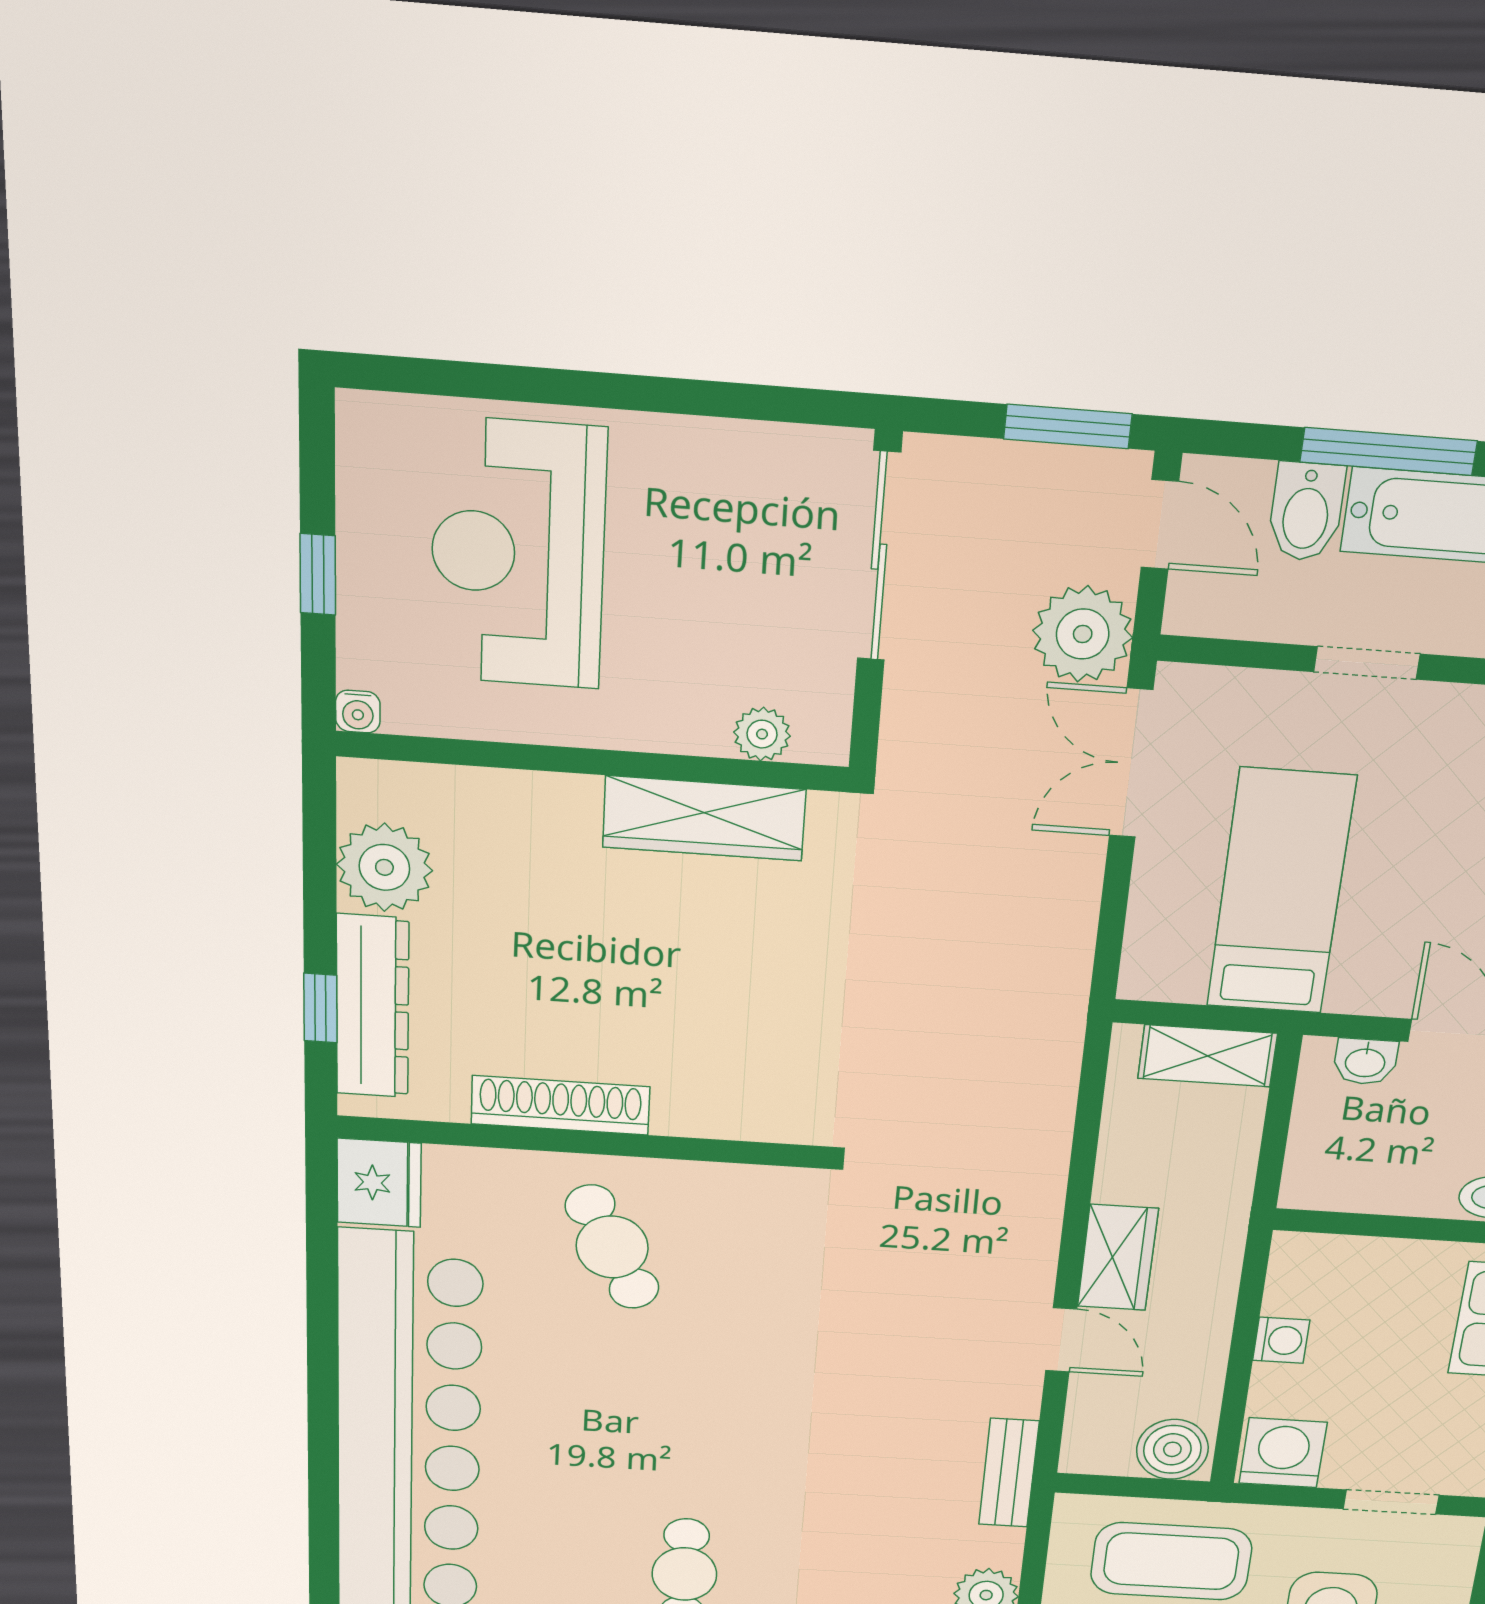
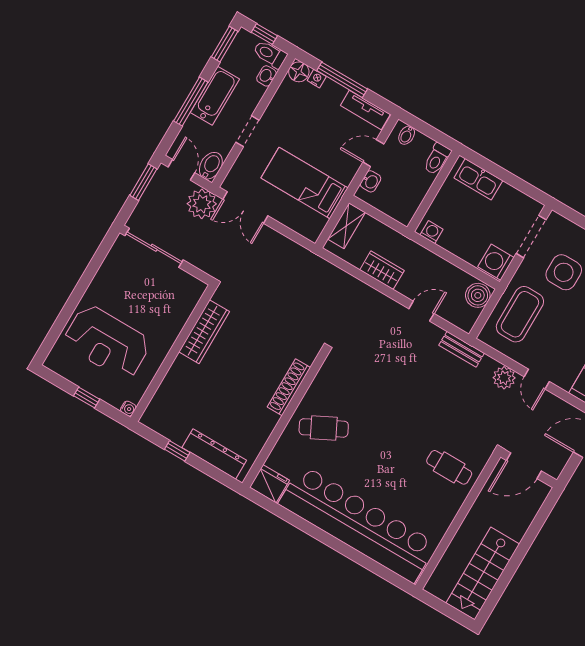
bidet: (1306, 512) -> (211, 166), moved, turned -90
door: (1160, 524) -> (181, 170), hinge flipped
plant: (762, 734) -> (188, 303), removed
plant: (384, 867) -> (175, 427), removed
window: (320, 1008) -> (177, 451), moved
shoe rack: (560, 1105) -> (289, 387), moved
wardrobe: (1118, 1257) -> (382, 270), moved
washing machine: (1281, 1340) -> (432, 232), moved
doorway: (1391, 1502) -> (531, 237), width x1.38

